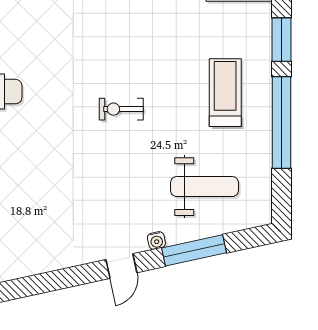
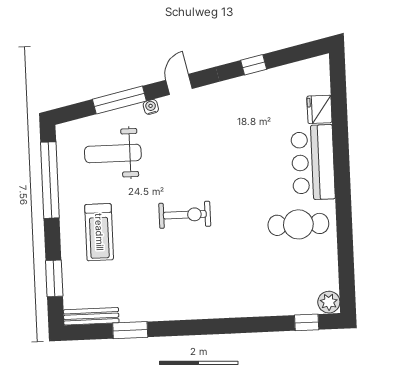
exercise bike: (121, 109) -> (185, 215), width x1.38, depth x1.39
window: (282, 122) -> (50, 180), moved
window: (31, 286) -> (254, 65), added

